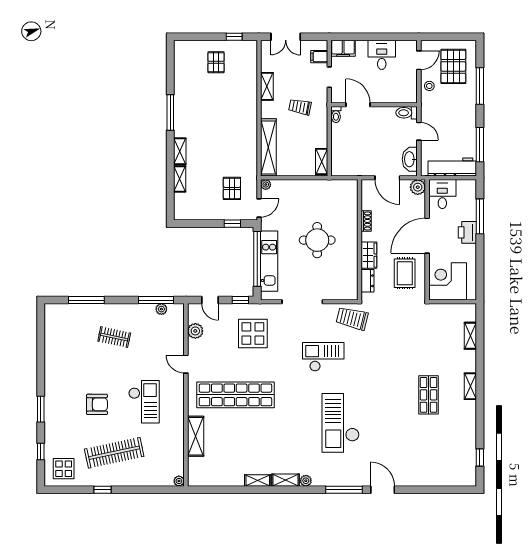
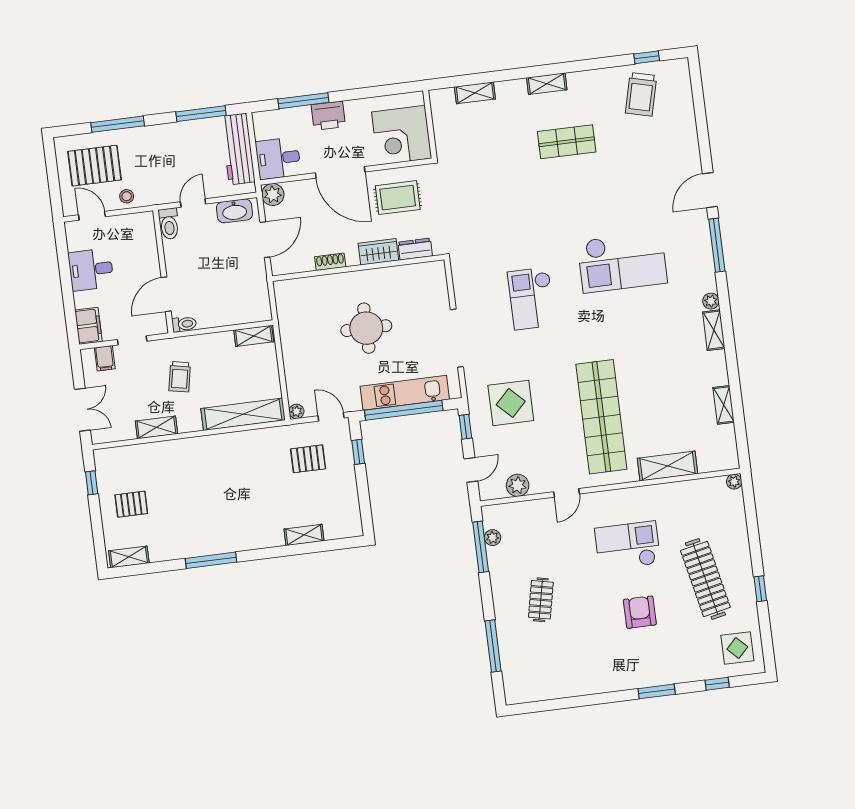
shelving: (180, 151) -> (129, 557), moved
trolley: (352, 318) -> (641, 94), moved
shelving: (258, 480) -> (724, 405), moved

